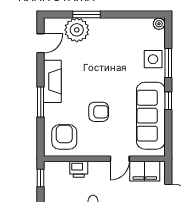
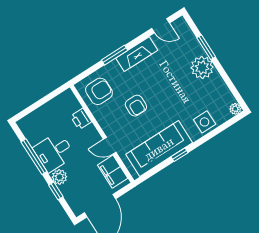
plant: (77, 30) -> (202, 67), moved
window: (168, 63) -> (209, 136), removed
window: (41, 178) -> (55, 93), removed

